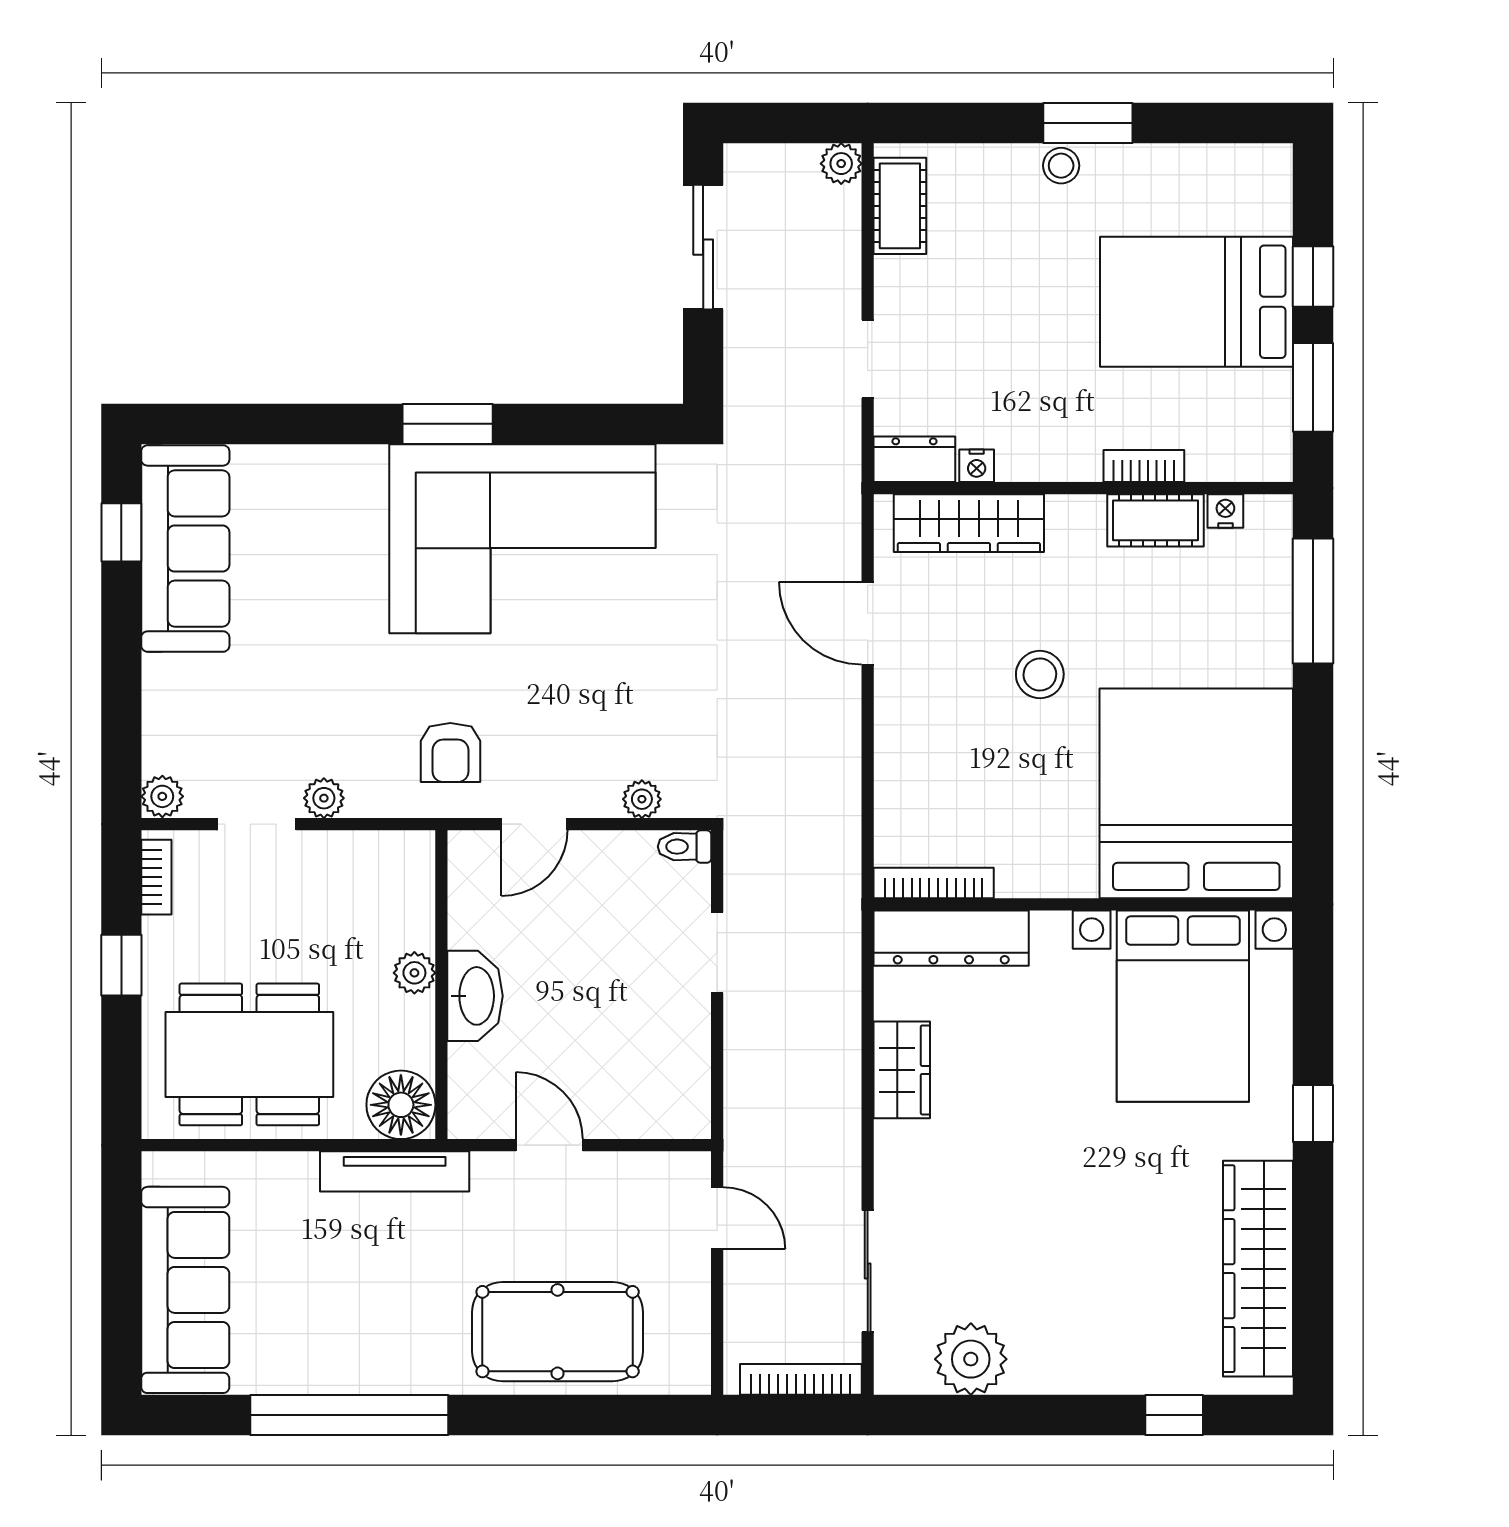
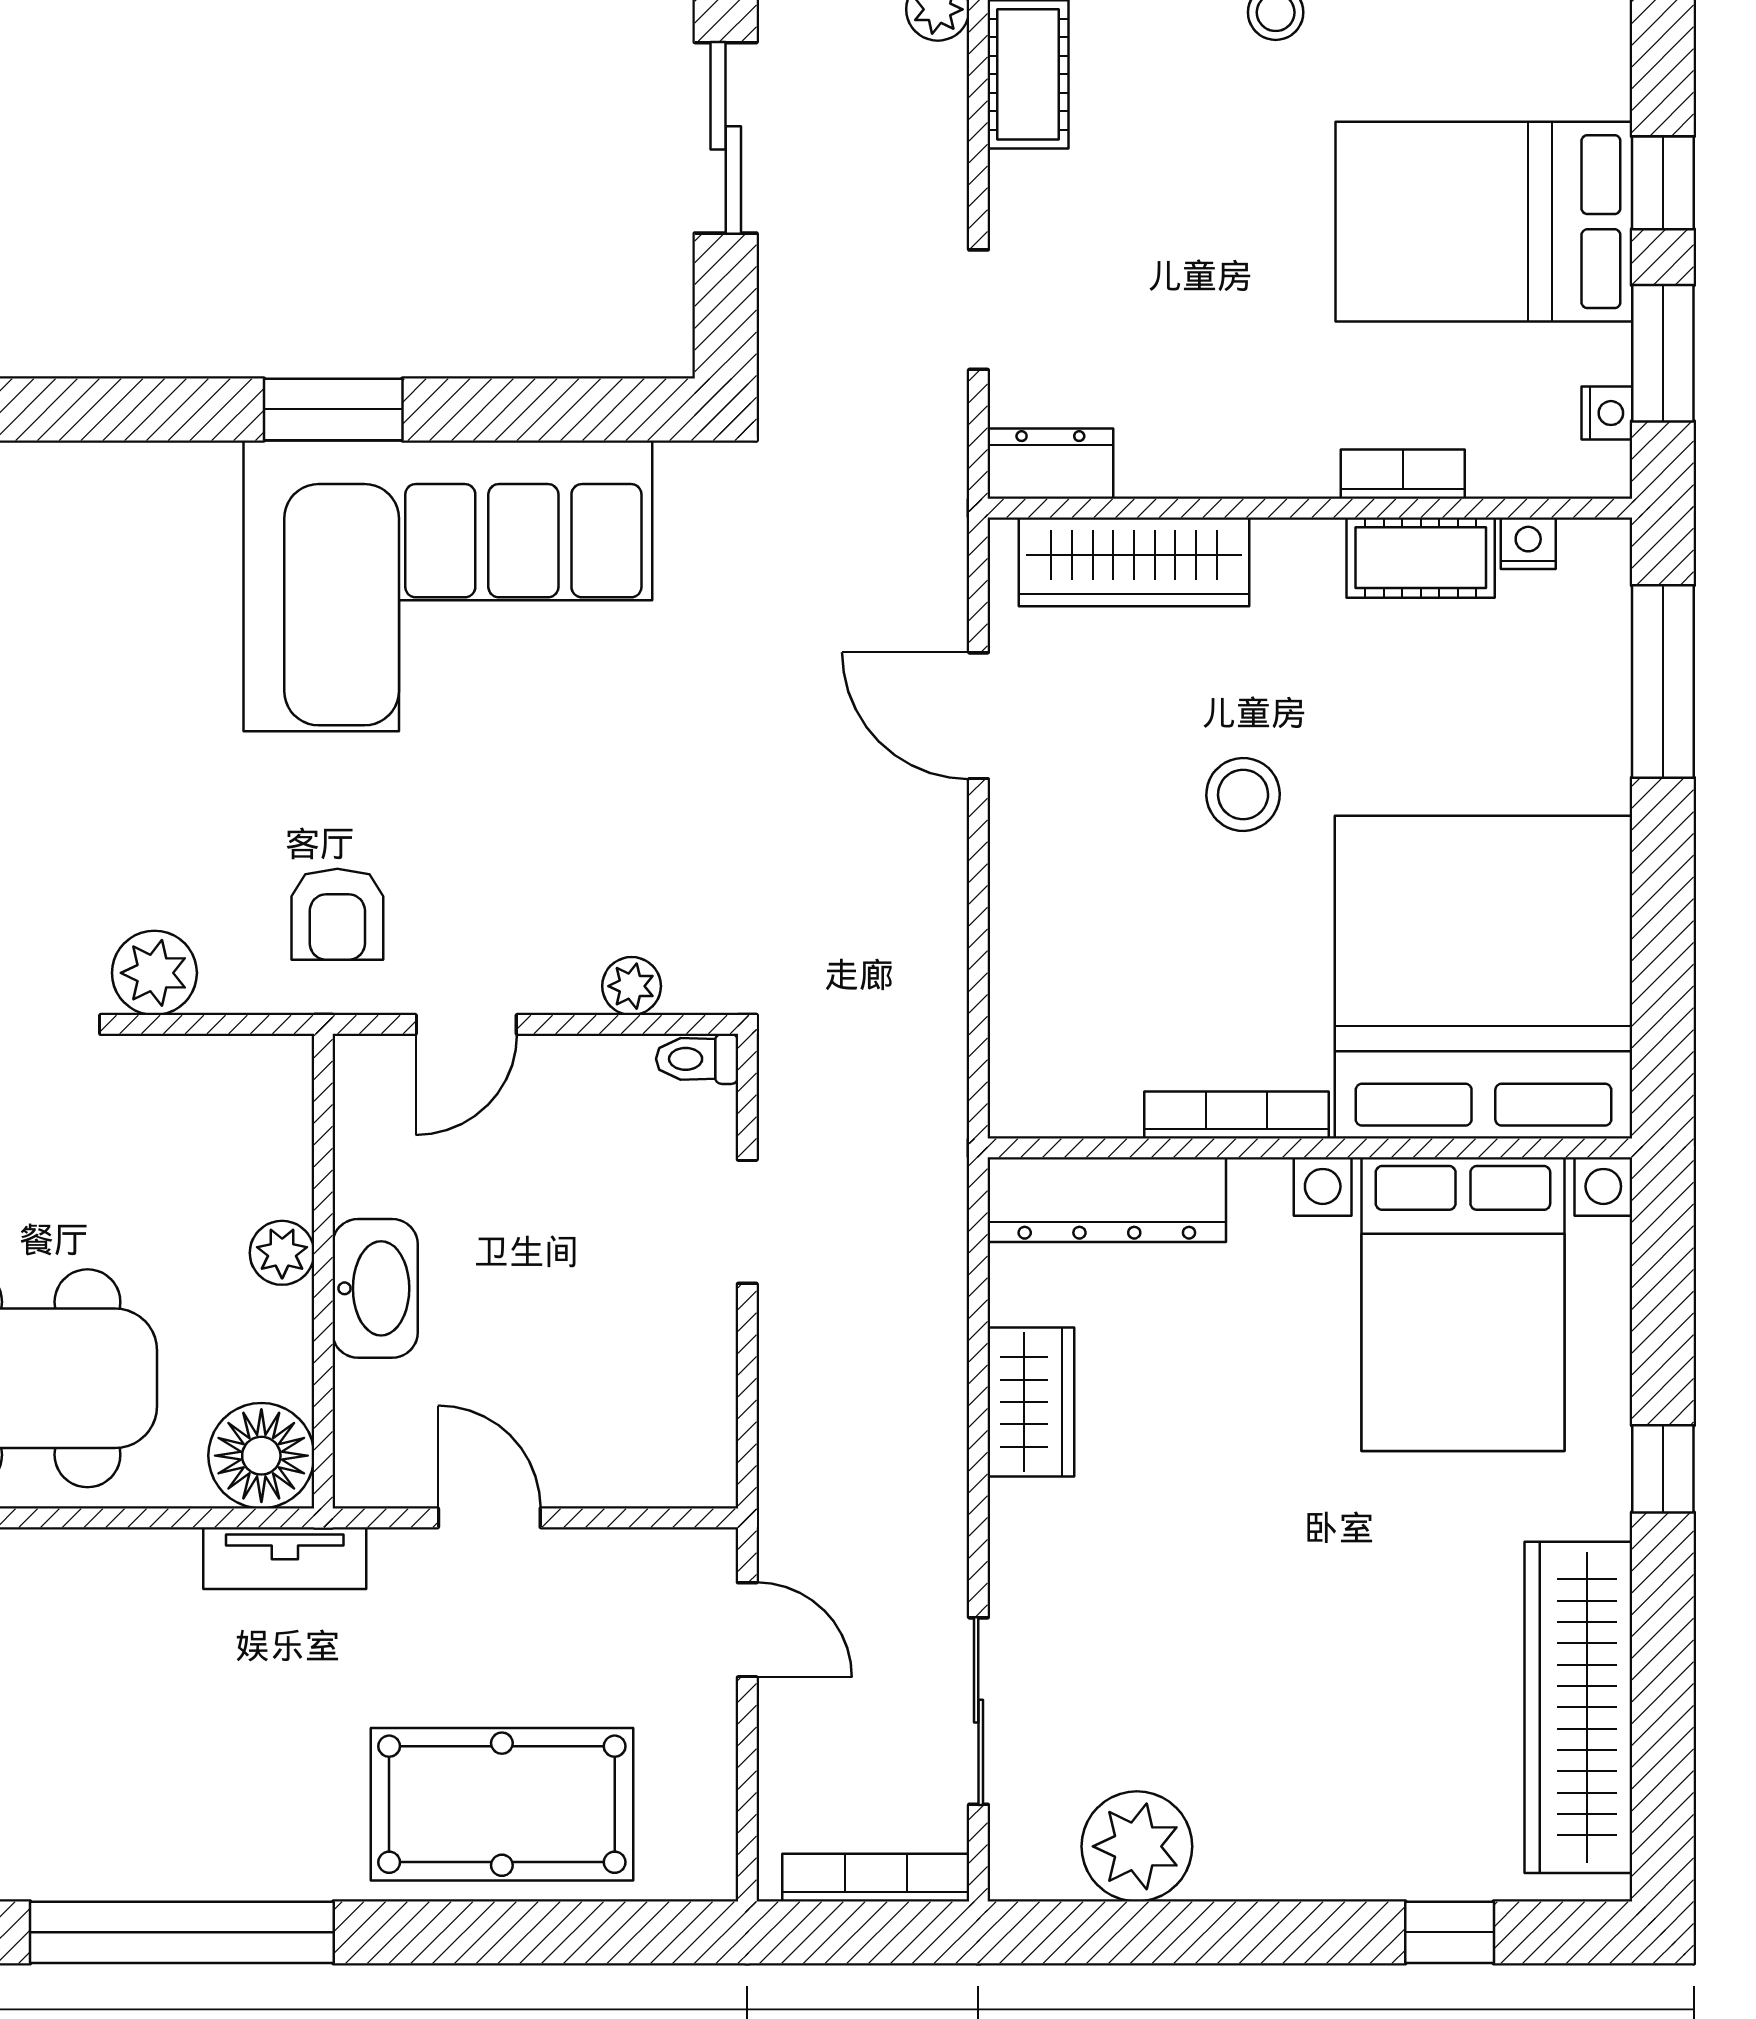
nightstand: (977, 466) -> (1607, 413), moved, turned -90
plant: (324, 798) -> (154, 973), width x1.38, depth x1.38
bookcase: (934, 883) -> (1237, 1115), moved
tv unit: (395, 1171) -> (285, 1558), width x0.71

